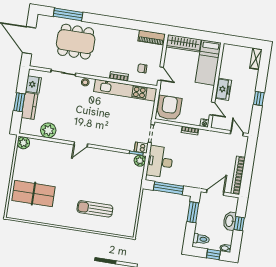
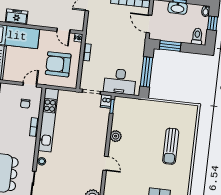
freezer: (223, 89) -> (17, 17), moved
armchair: (169, 108) -> (58, 64), moved
door: (212, 109) -> (63, 30), swing flipped
plant: (140, 161) -> (116, 136), moved

